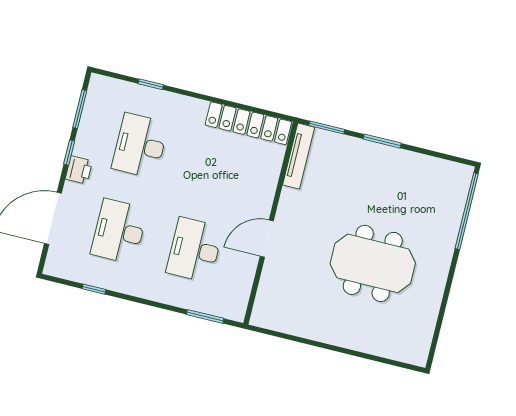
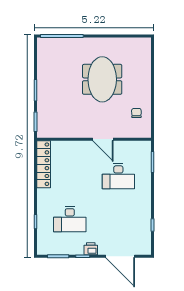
tv unit: (299, 156) -> (55, 133), removed
desk: (119, 231) -> (118, 219), removed
chair: (299, 309) -> (136, 113), added

